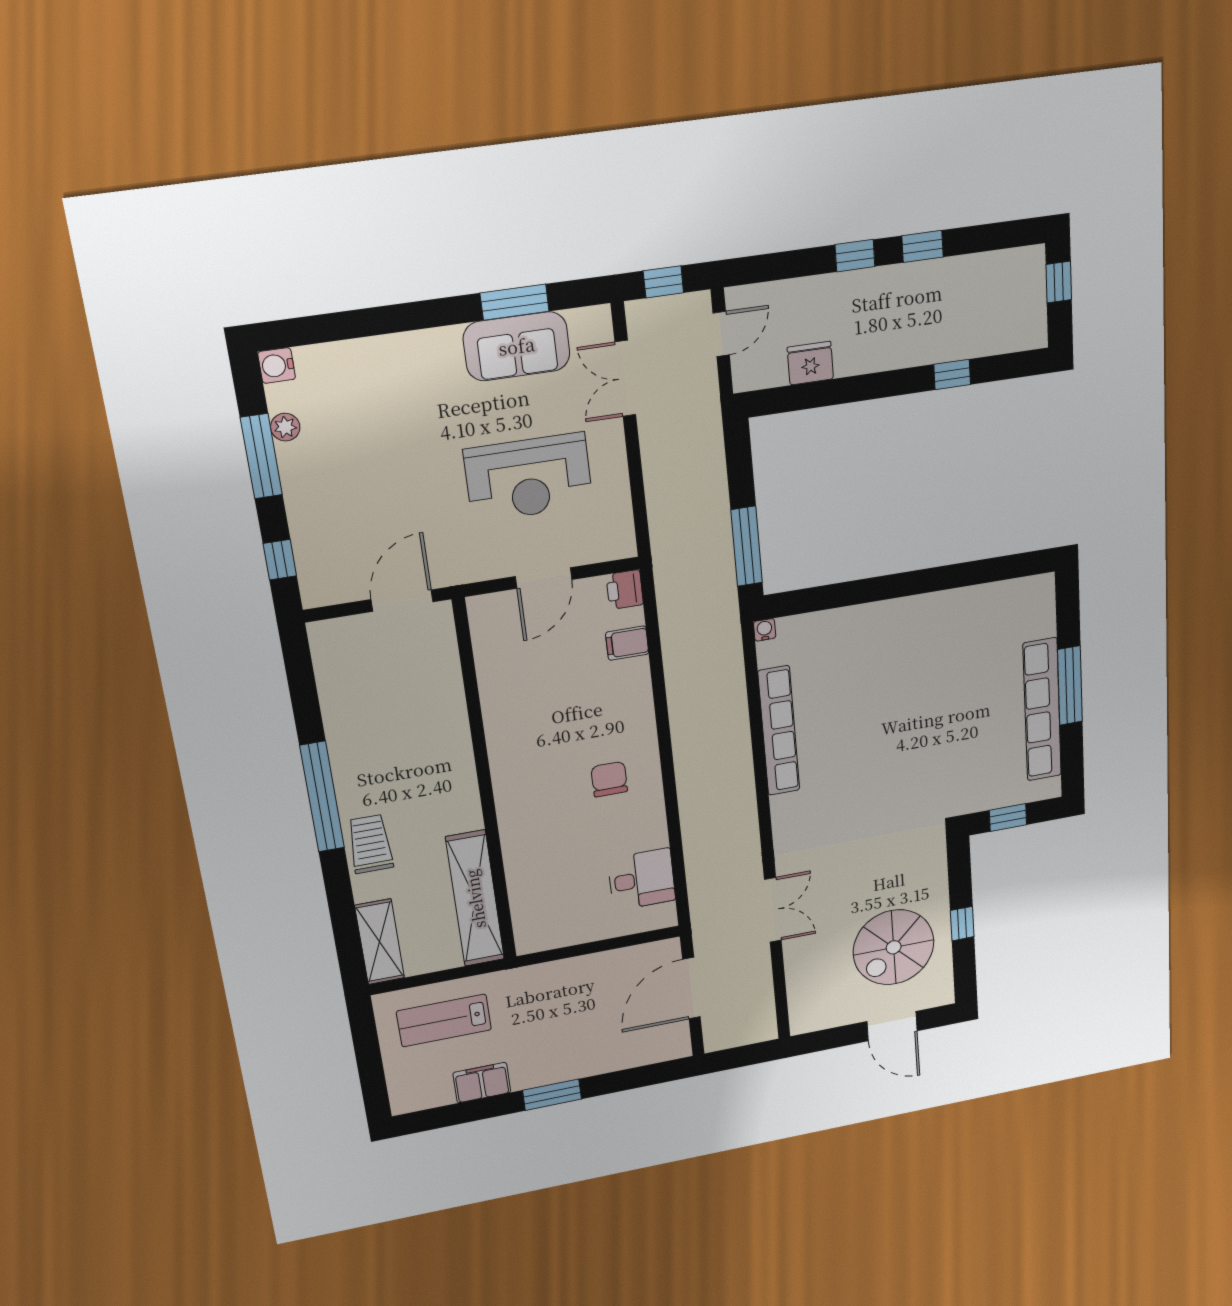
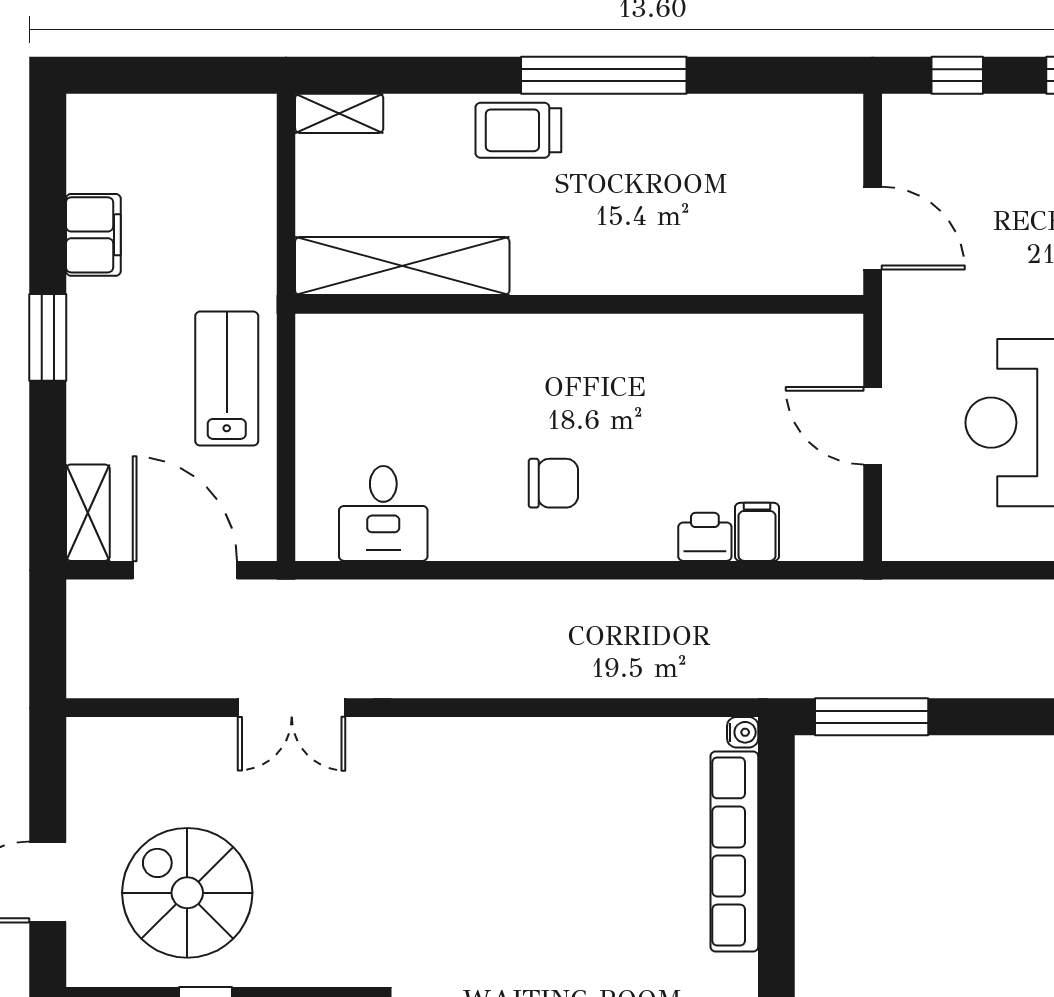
printer: (625, 590) -> (705, 537), moved
row of seats: (779, 731) -> (734, 851), moved, turned 90
trolley: (370, 844) -> (518, 130), turned 180
shelving: (380, 942) -> (339, 113), width x0.67, depth x0.75
lab bench: (444, 1020) -> (227, 379), moved
shelving: (661, 1050) -> (88, 513), added

